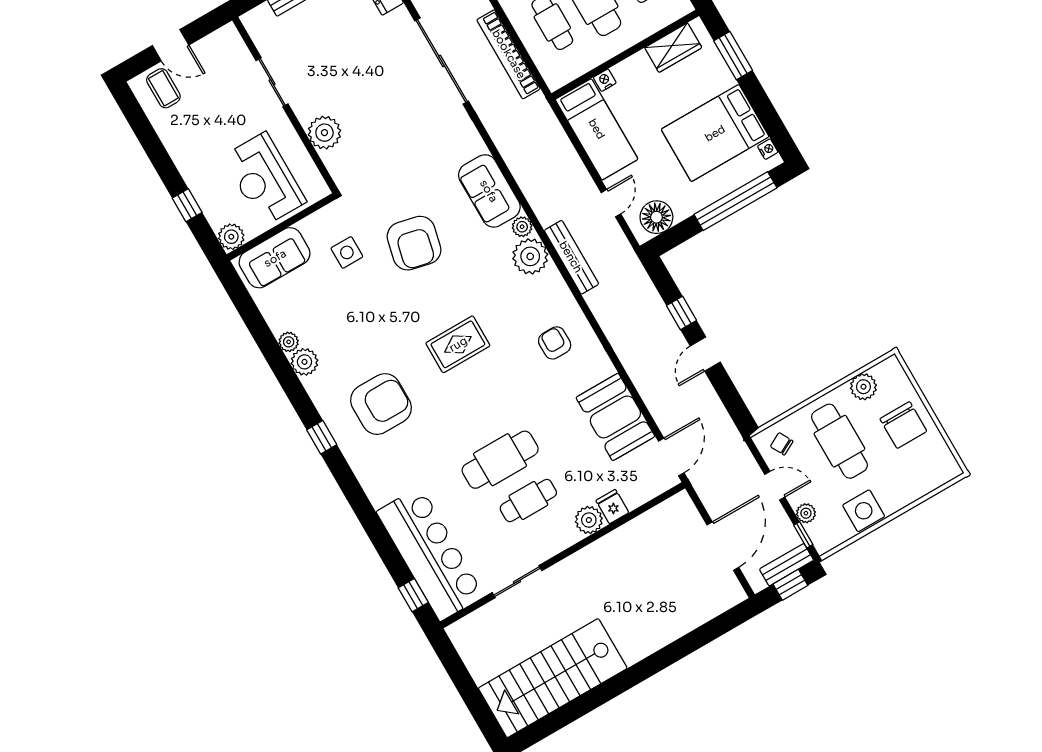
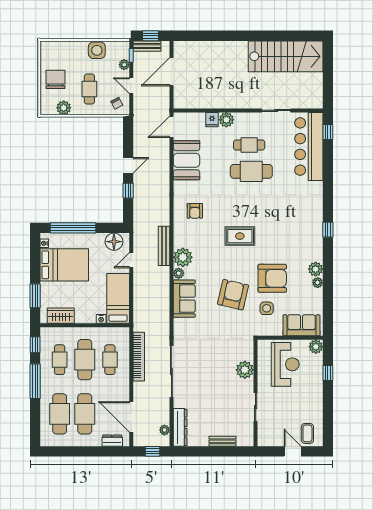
armchair: (381, 404) -> (272, 278), moved, turned 180
cafe table: (839, 441) -> (89, 89), width x0.73, depth x0.74

